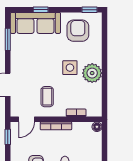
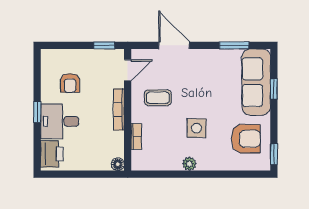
plant: (92, 73) -> (189, 164), width x0.53, depth x0.53
door: (26, 119) -> (128, 70), swing flipped

